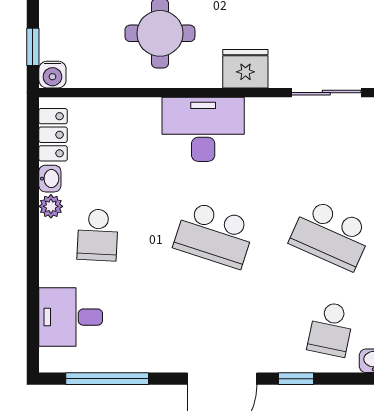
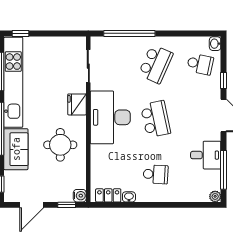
desk: (203, 129) -> (110, 117), width x1.36, depth x1.30
plant: (51, 206) -> (215, 196), moved
school desk: (214, 235) -> (156, 119), turned -30
desk: (71, 317) -> (206, 155), moved, turned -90

